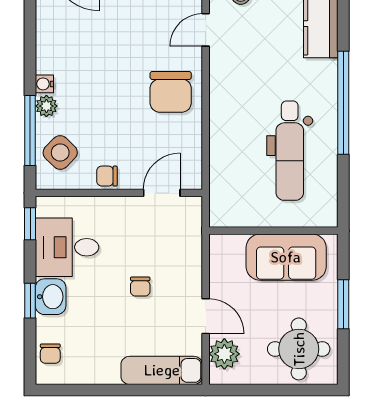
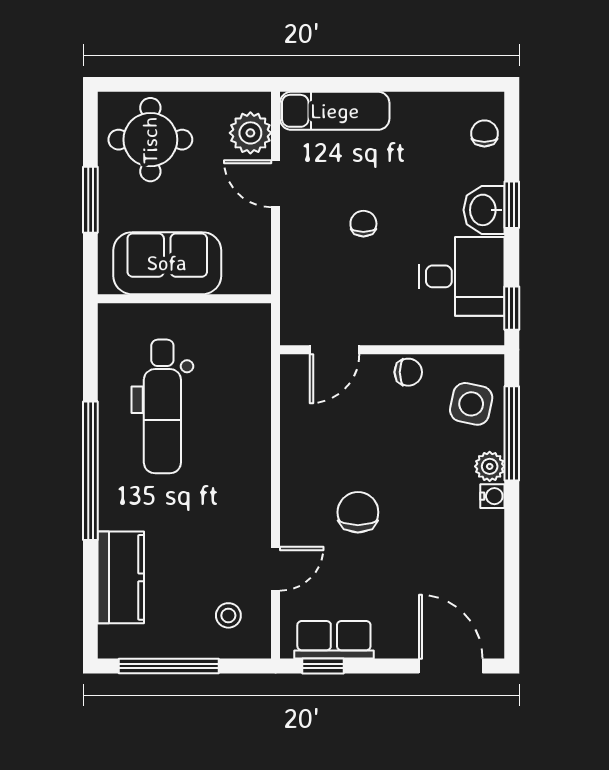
chair: (171, 92) -> (358, 512), moved, width x0.73, depth x0.73
dental chair: (290, 151) -> (162, 406), turned 180
side table: (60, 152) -> (471, 404), turned -32

